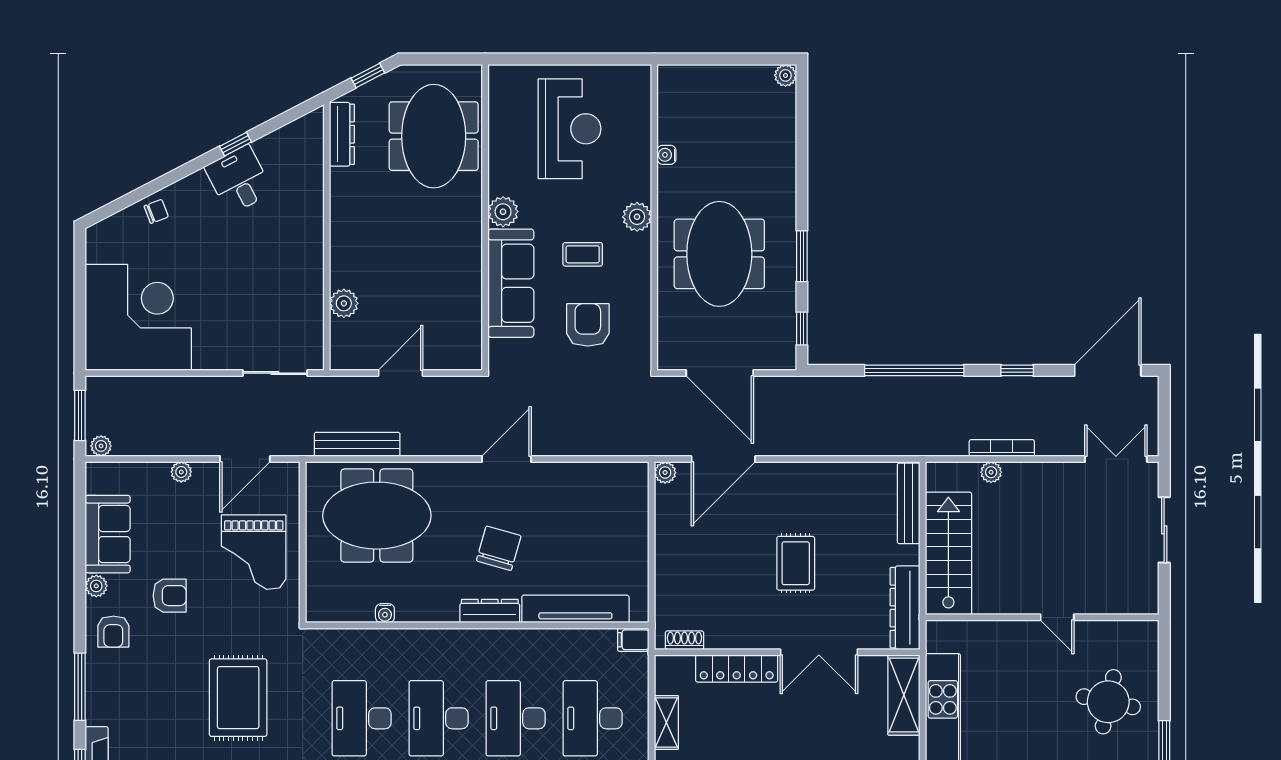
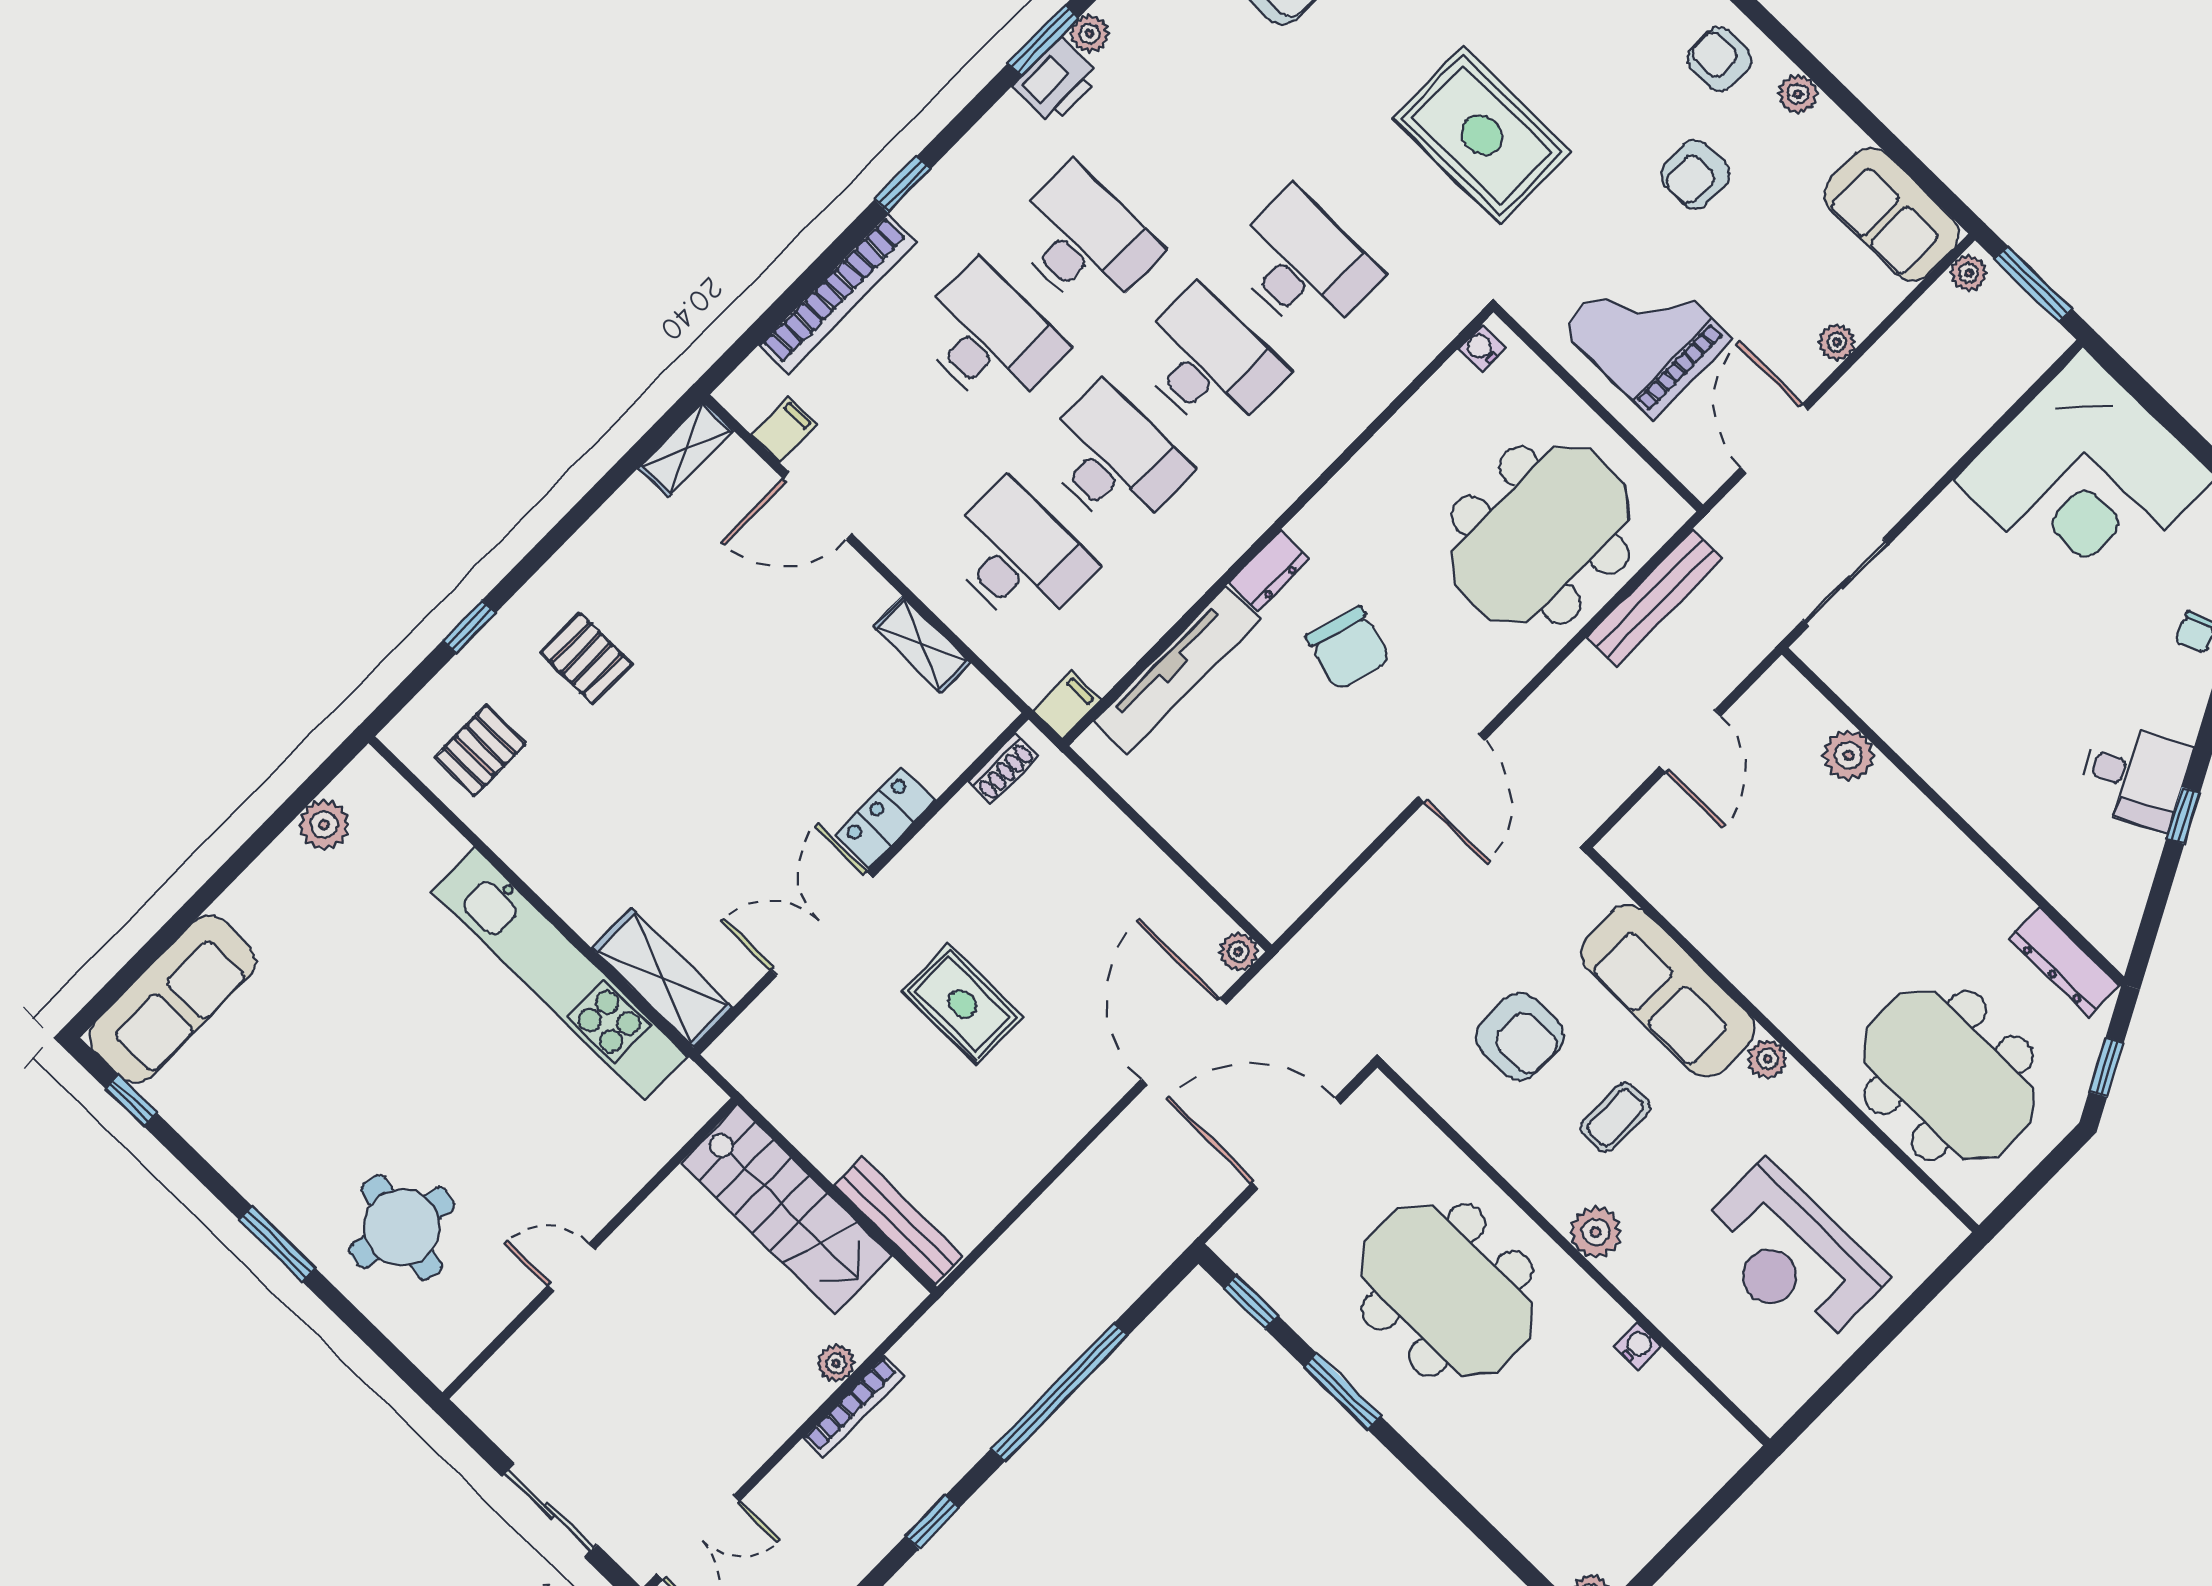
plant: (503, 212) -> (1767, 1059), width x0.73, depth x0.73
sofa: (108, 534) -> (1892, 214), moved
dresser: (905, 608) -> (771, 1087), removed
dresser: (490, 611) -> (1269, 571), width x0.70
water cooler: (385, 613) -> (1482, 348), moved
locker: (737, 668) -> (885, 818), width x0.66

